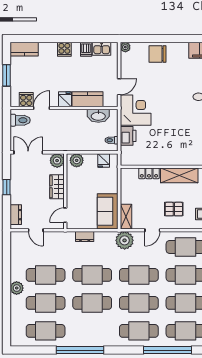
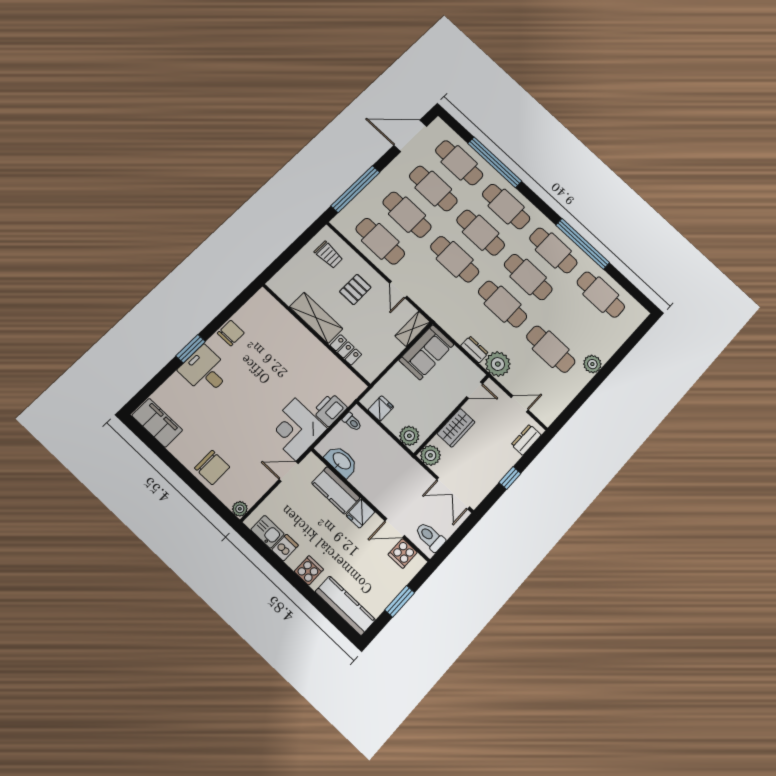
kitchen counter: (24, 49) -> (345, 606), width x1.50
pallet: (174, 209) -> (355, 289), turned 90
door: (36, 230) -> (520, 404), hinge flipped
door: (152, 230) -> (398, 290), swing flipped
plant: (125, 240) -> (498, 364), moved
cafe table: (46, 303) -> (553, 250), moved

